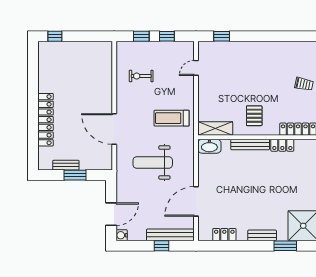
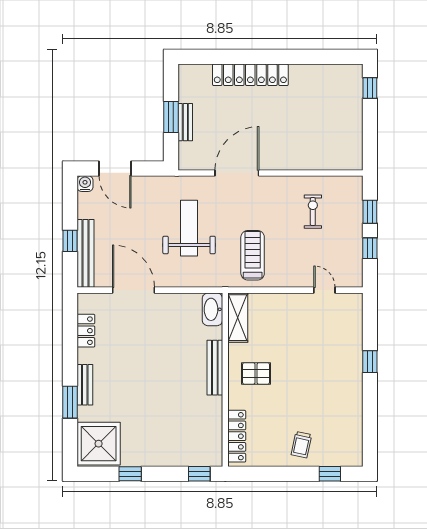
window: (222, 36) -> (370, 362), moved
locker: (282, 145) -> (214, 414), removed
bench: (66, 165) -> (185, 122), moved
window: (285, 246) -> (70, 402), moved

